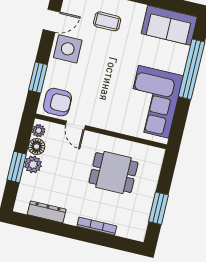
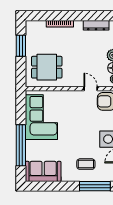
dining table: (113, 173) -> (47, 67), moved

